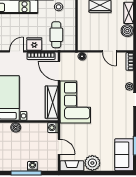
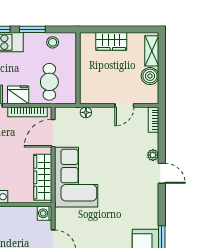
door: (109, 51) -> (124, 105), hinge flipped
door: (59, 71) -> (53, 133), hinge flipped

